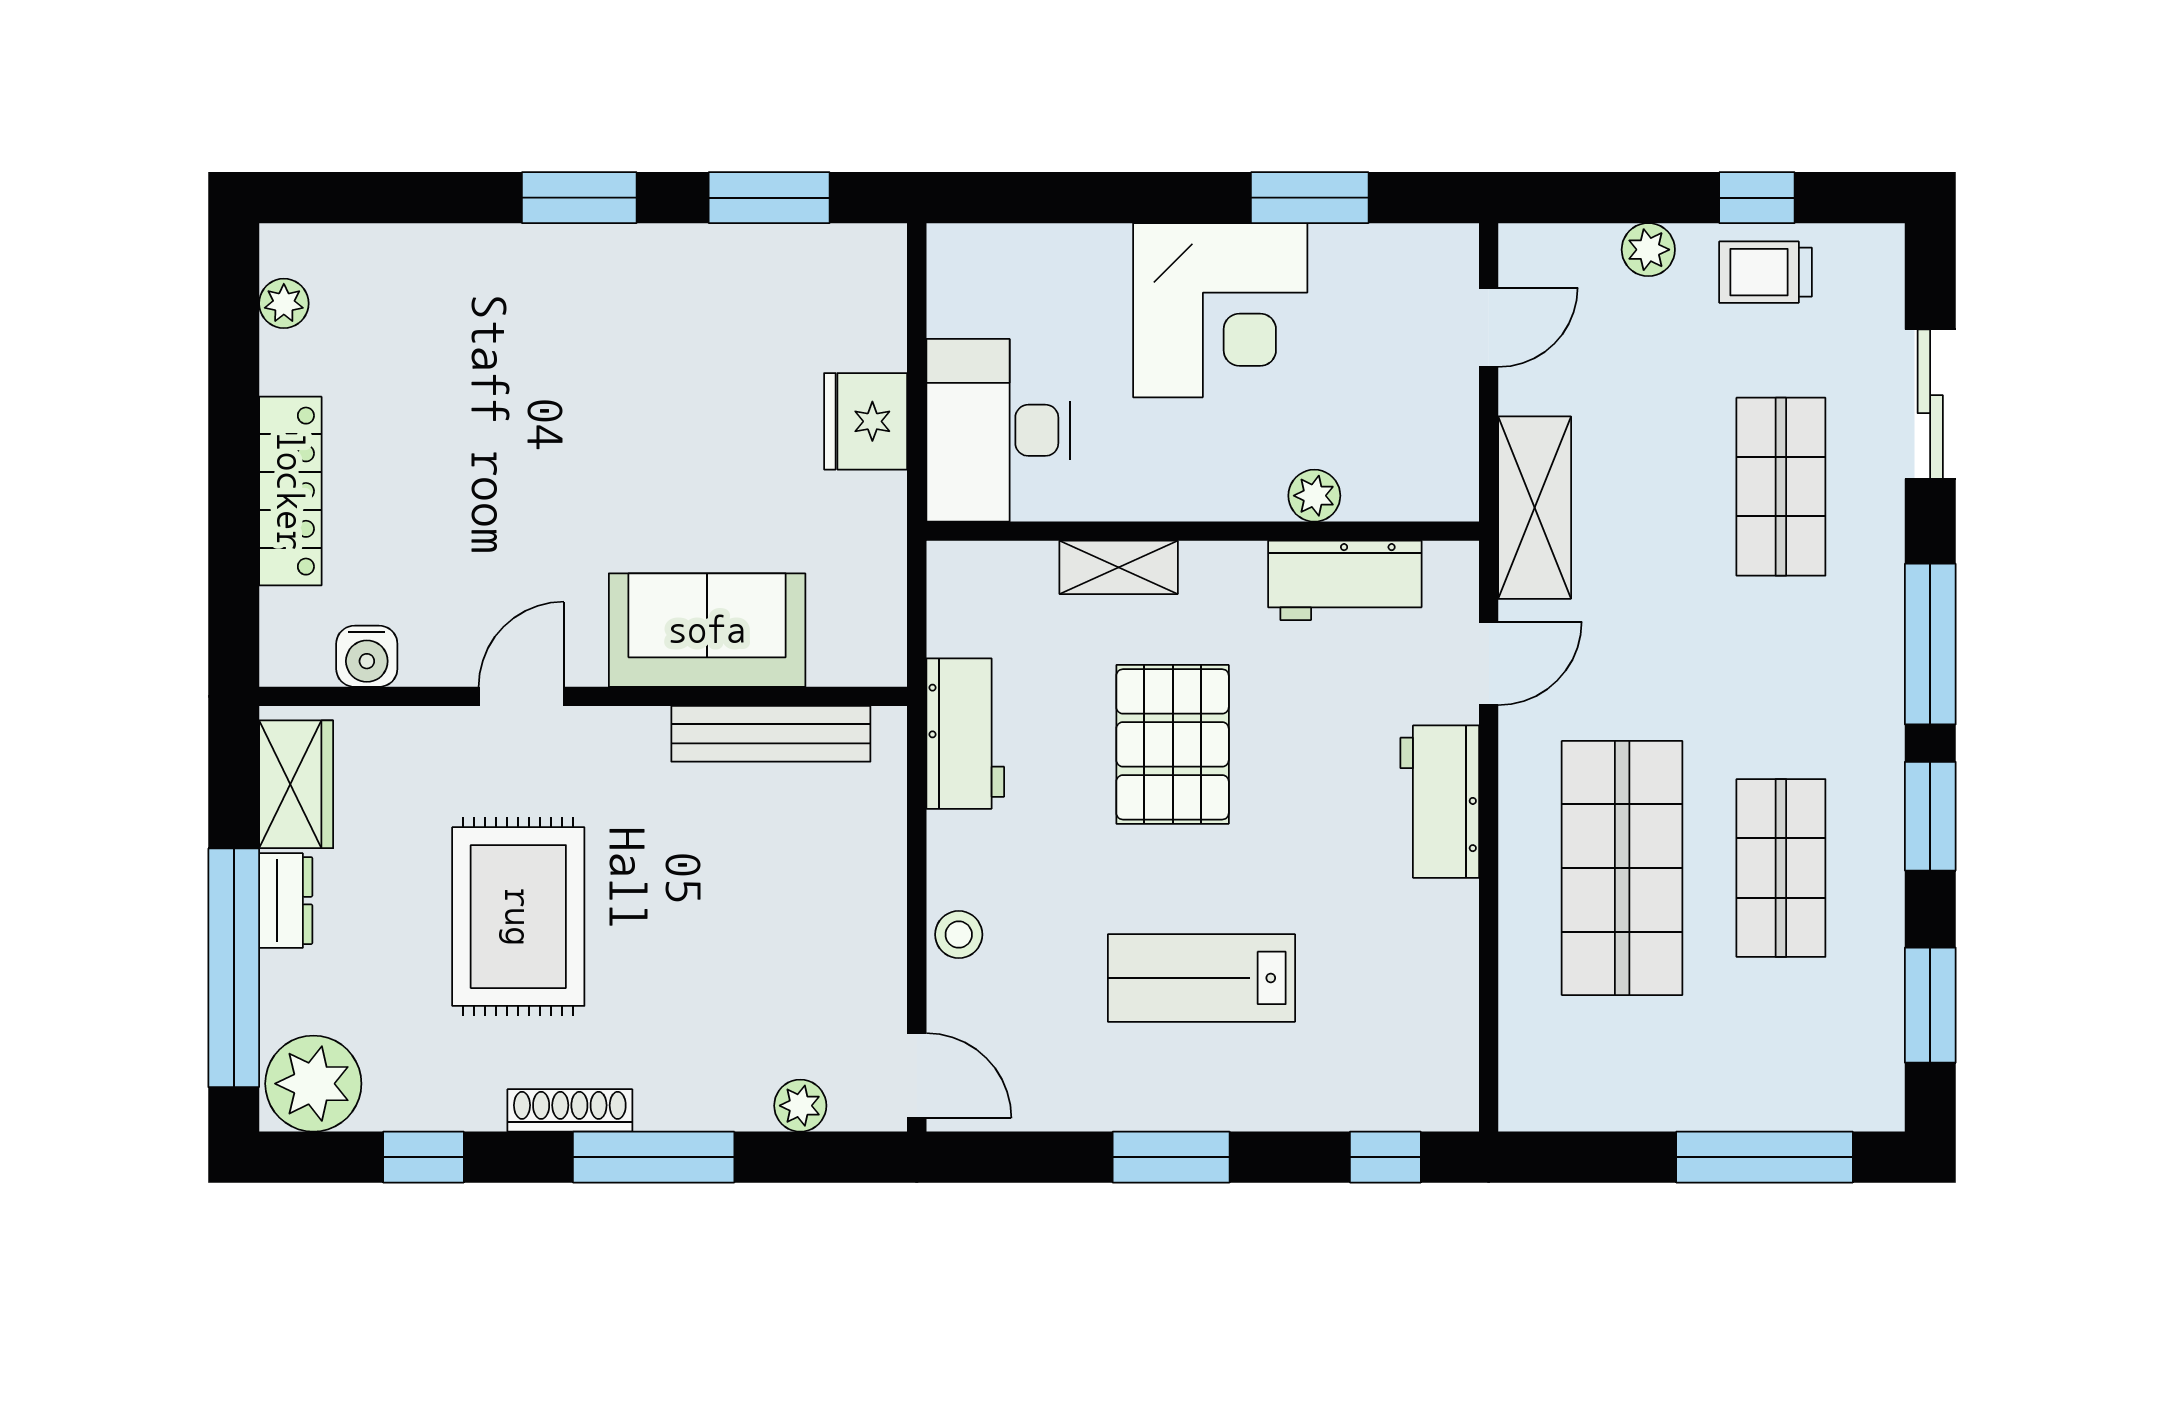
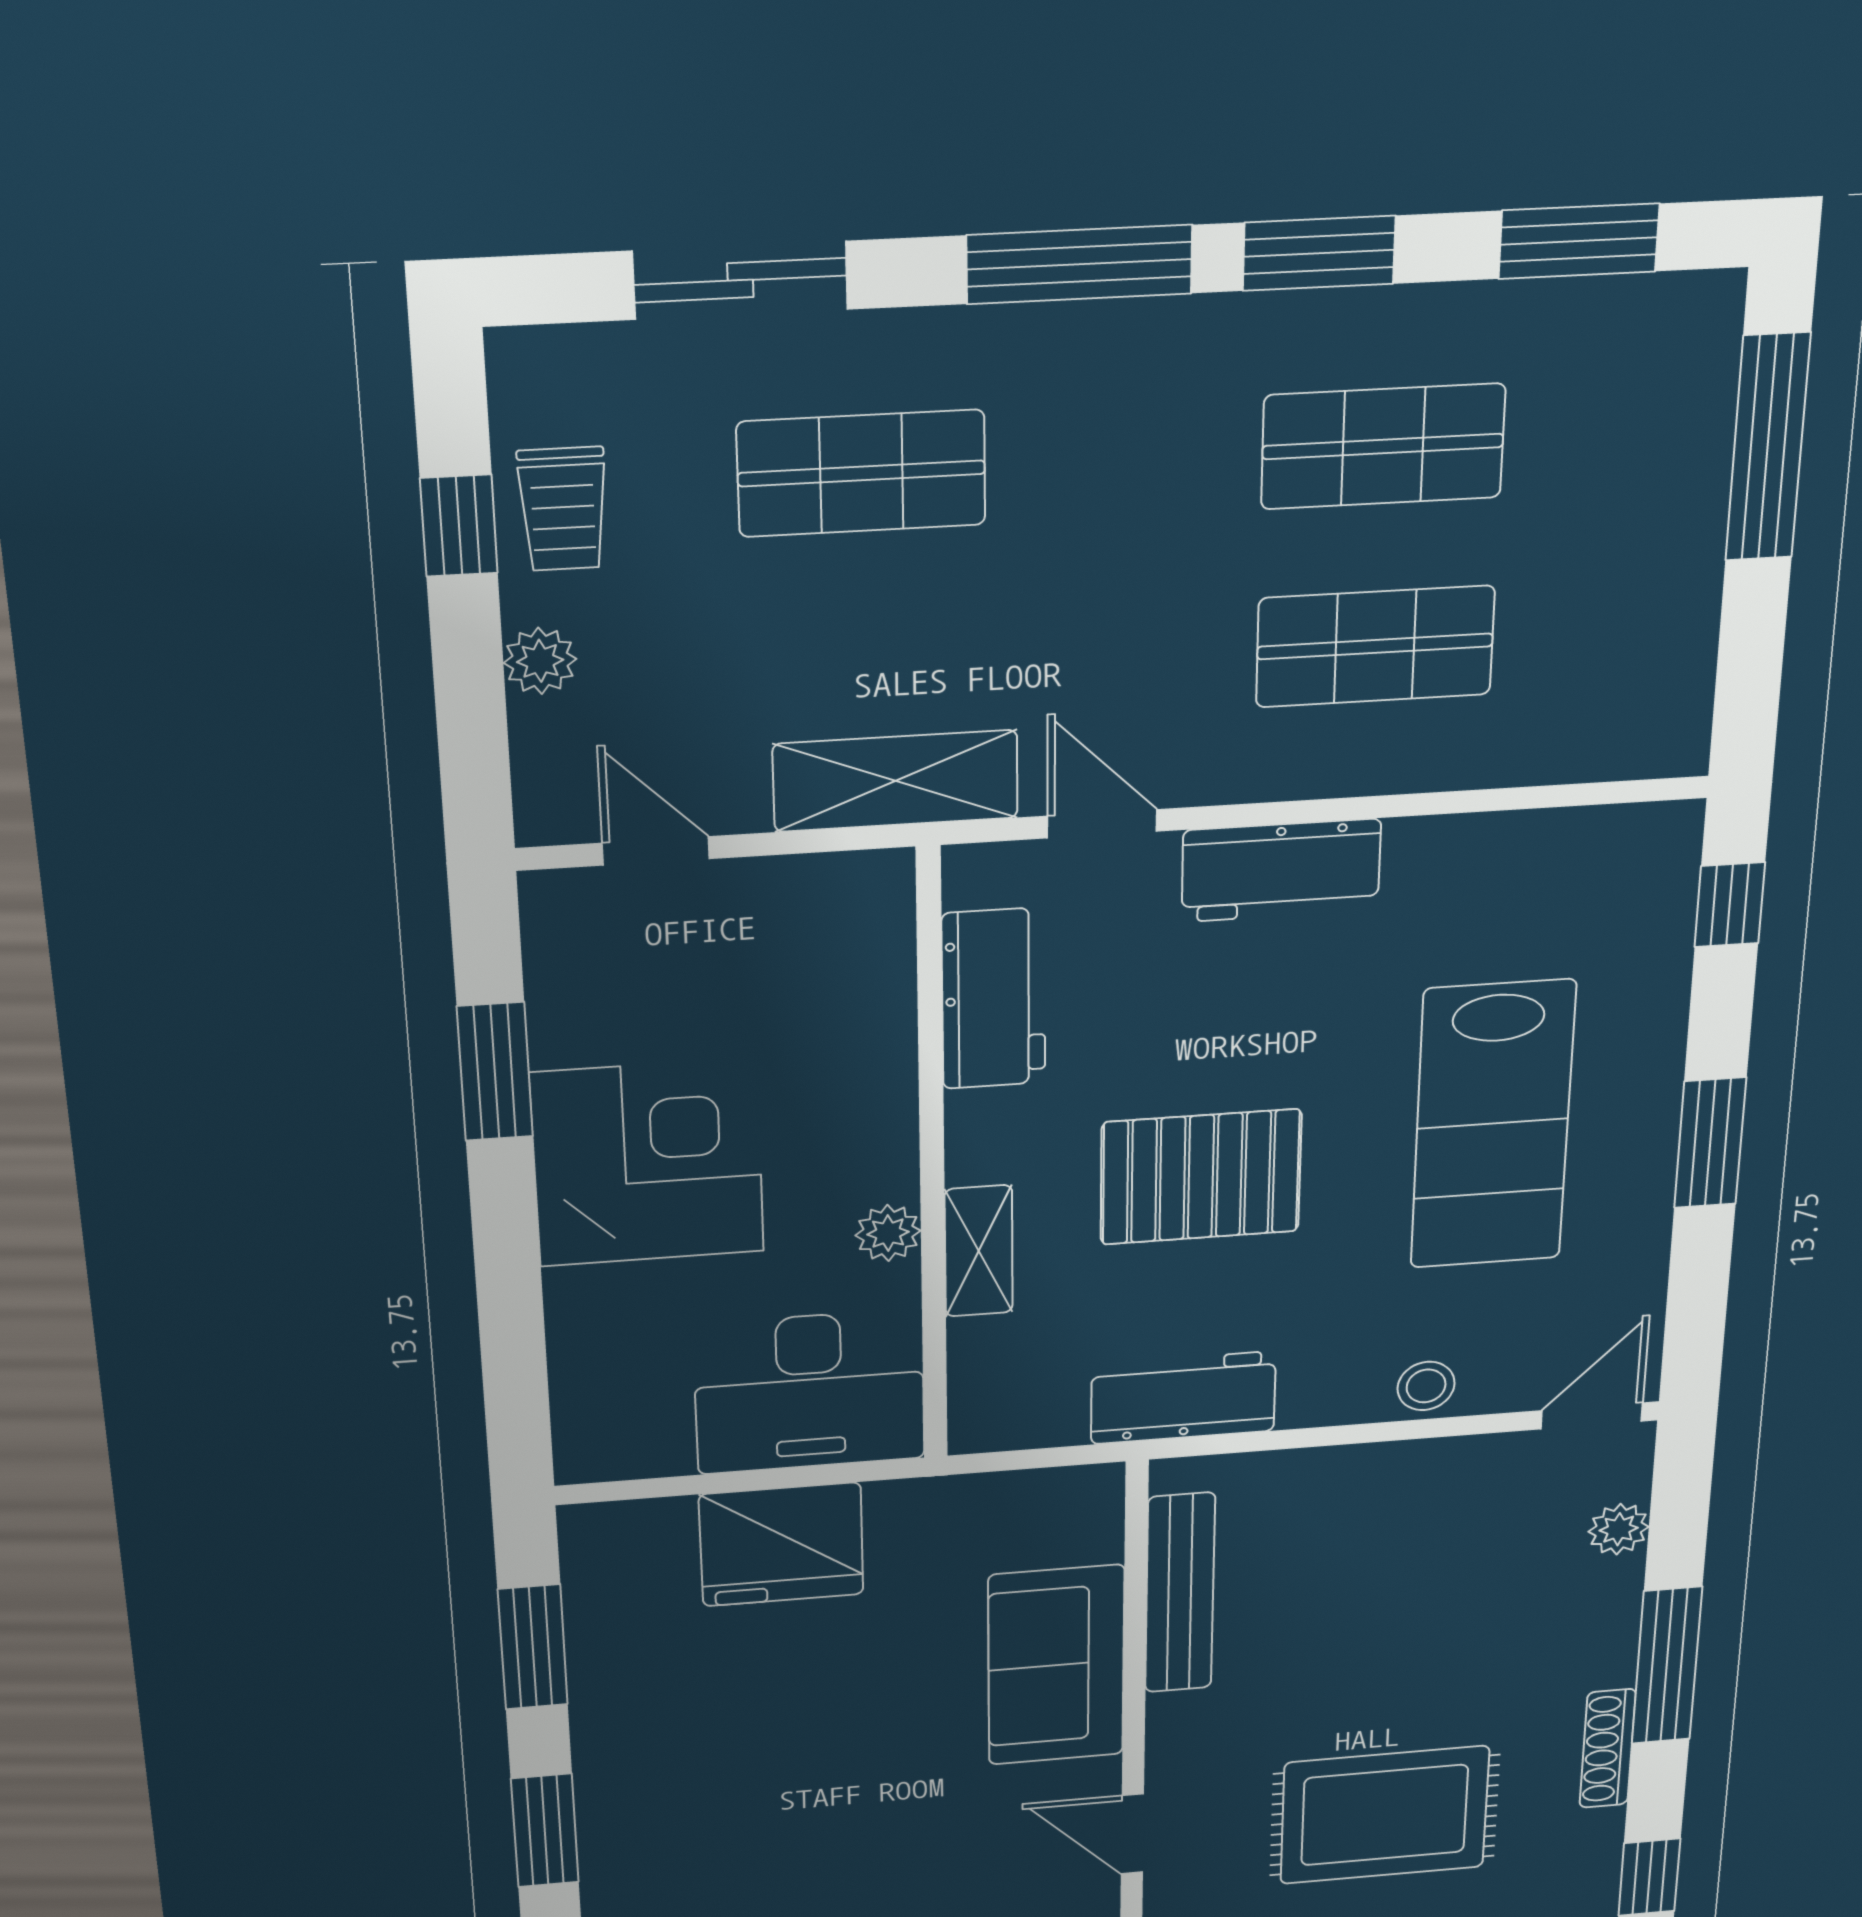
fridge: (866, 421) -> (781, 1545), width x1.36, depth x1.34
plant: (1314, 496) -> (888, 1233), moved
shop shelf: (1622, 868) -> (1375, 646), width x0.70, depth x0.74
lab bench: (1201, 978) -> (1493, 1125), width x1.36, depth x1.39

